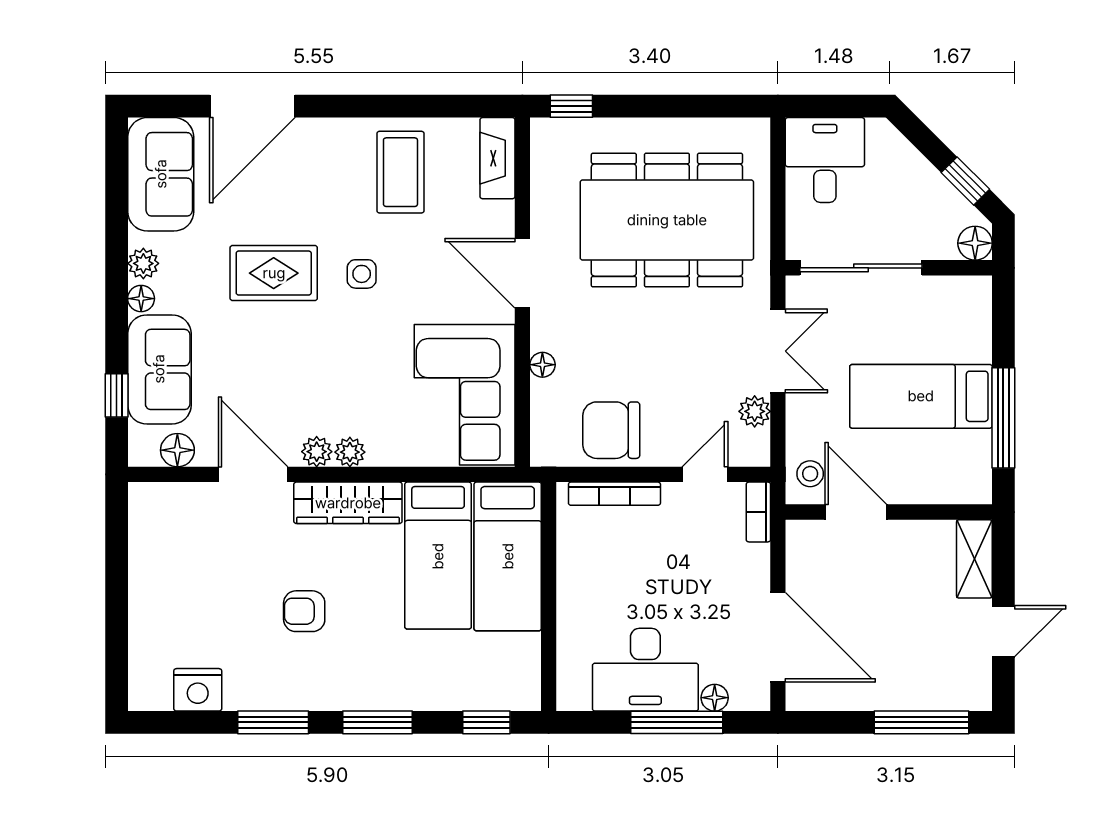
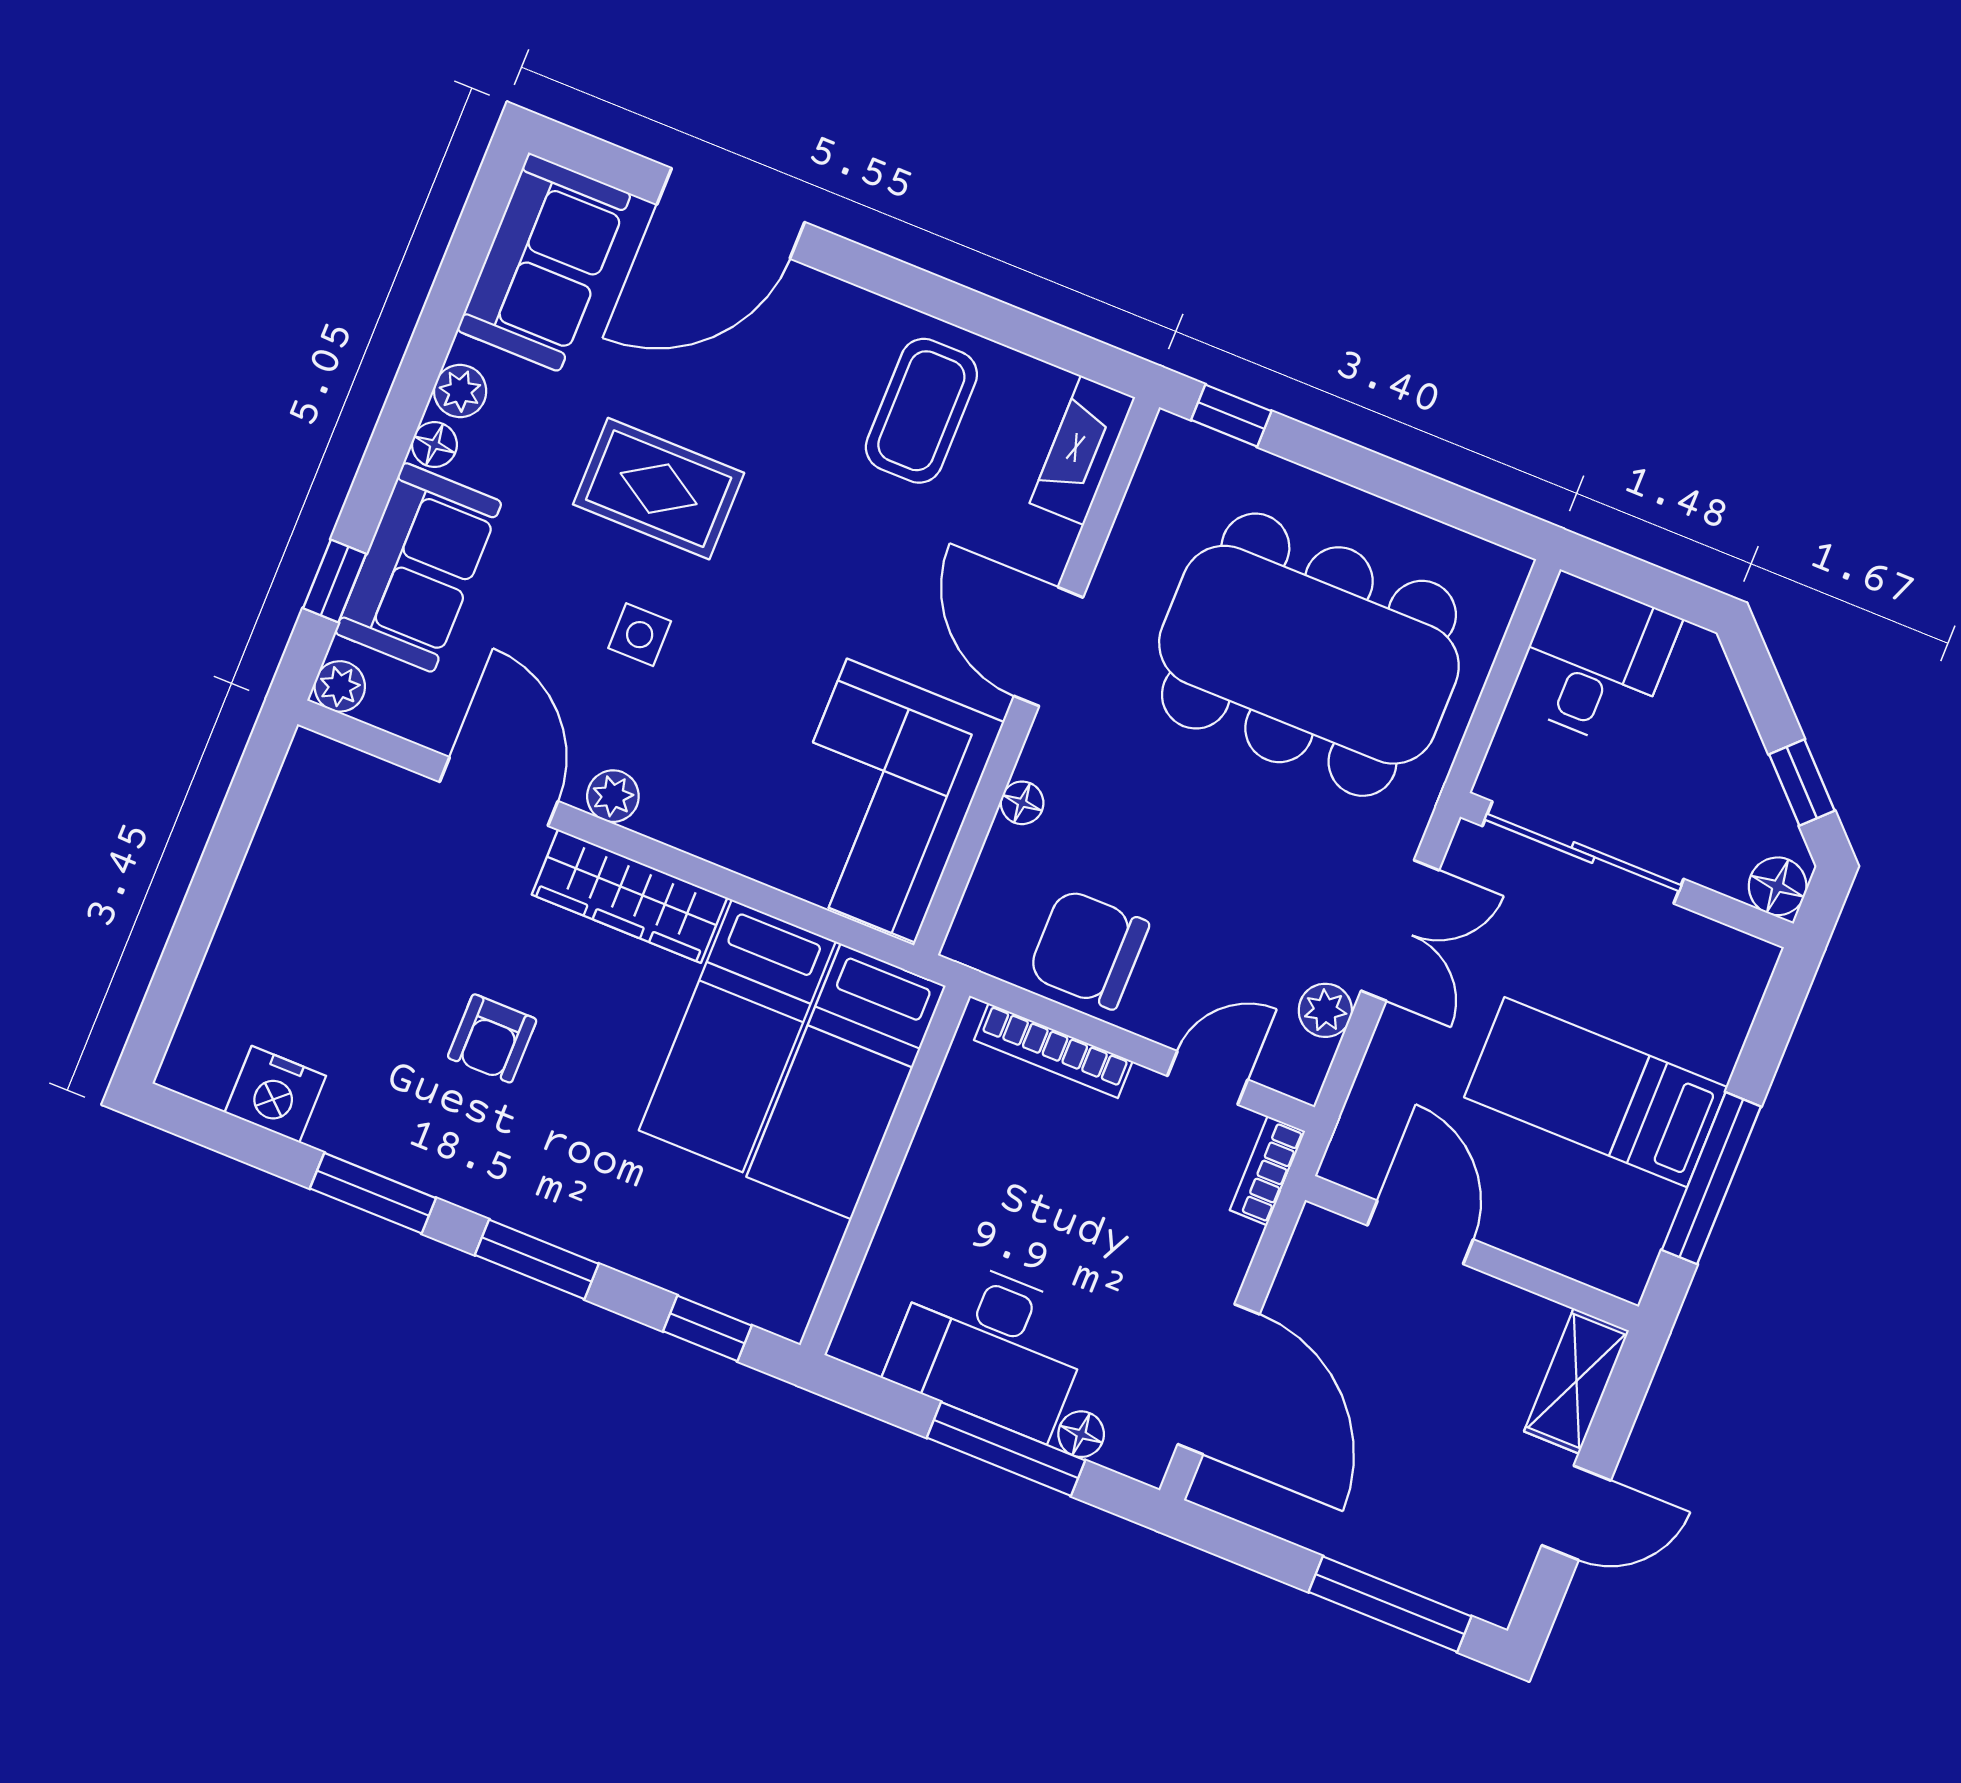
side table: (362, 274) -> (640, 635), moved
floor lamp: (177, 450) -> (395, 705), removed
plant: (350, 452) -> (340, 686), moved
stool: (810, 474) -> (1373, 1143), removed
armchair: (304, 611) -> (492, 1038), turned -90

